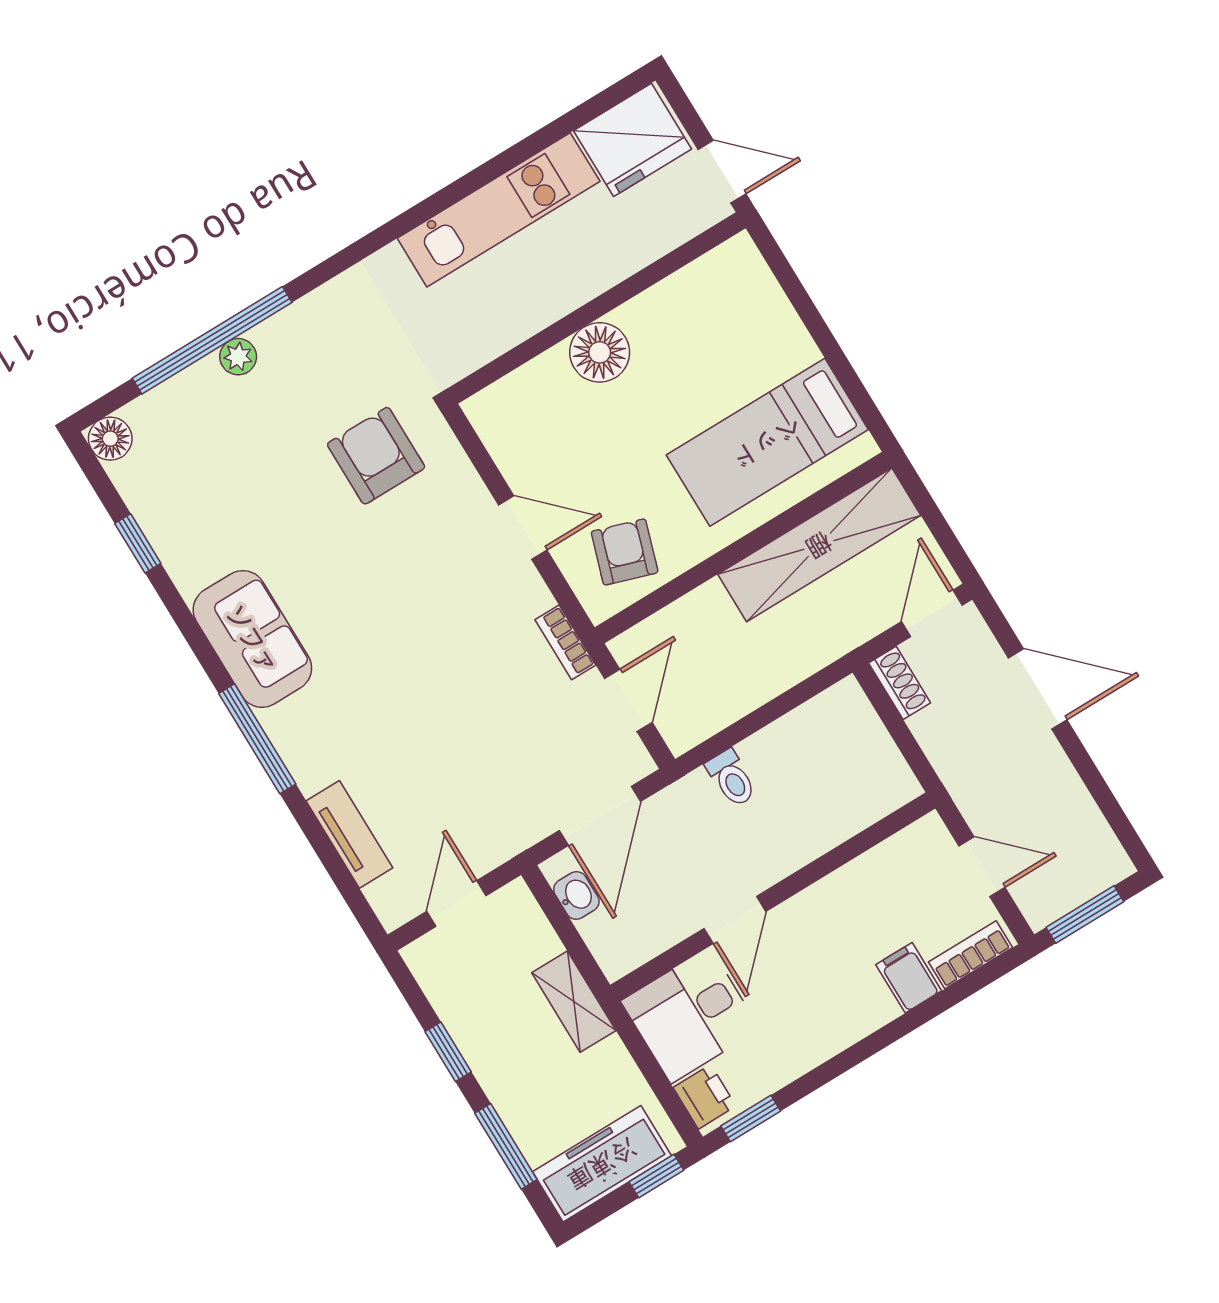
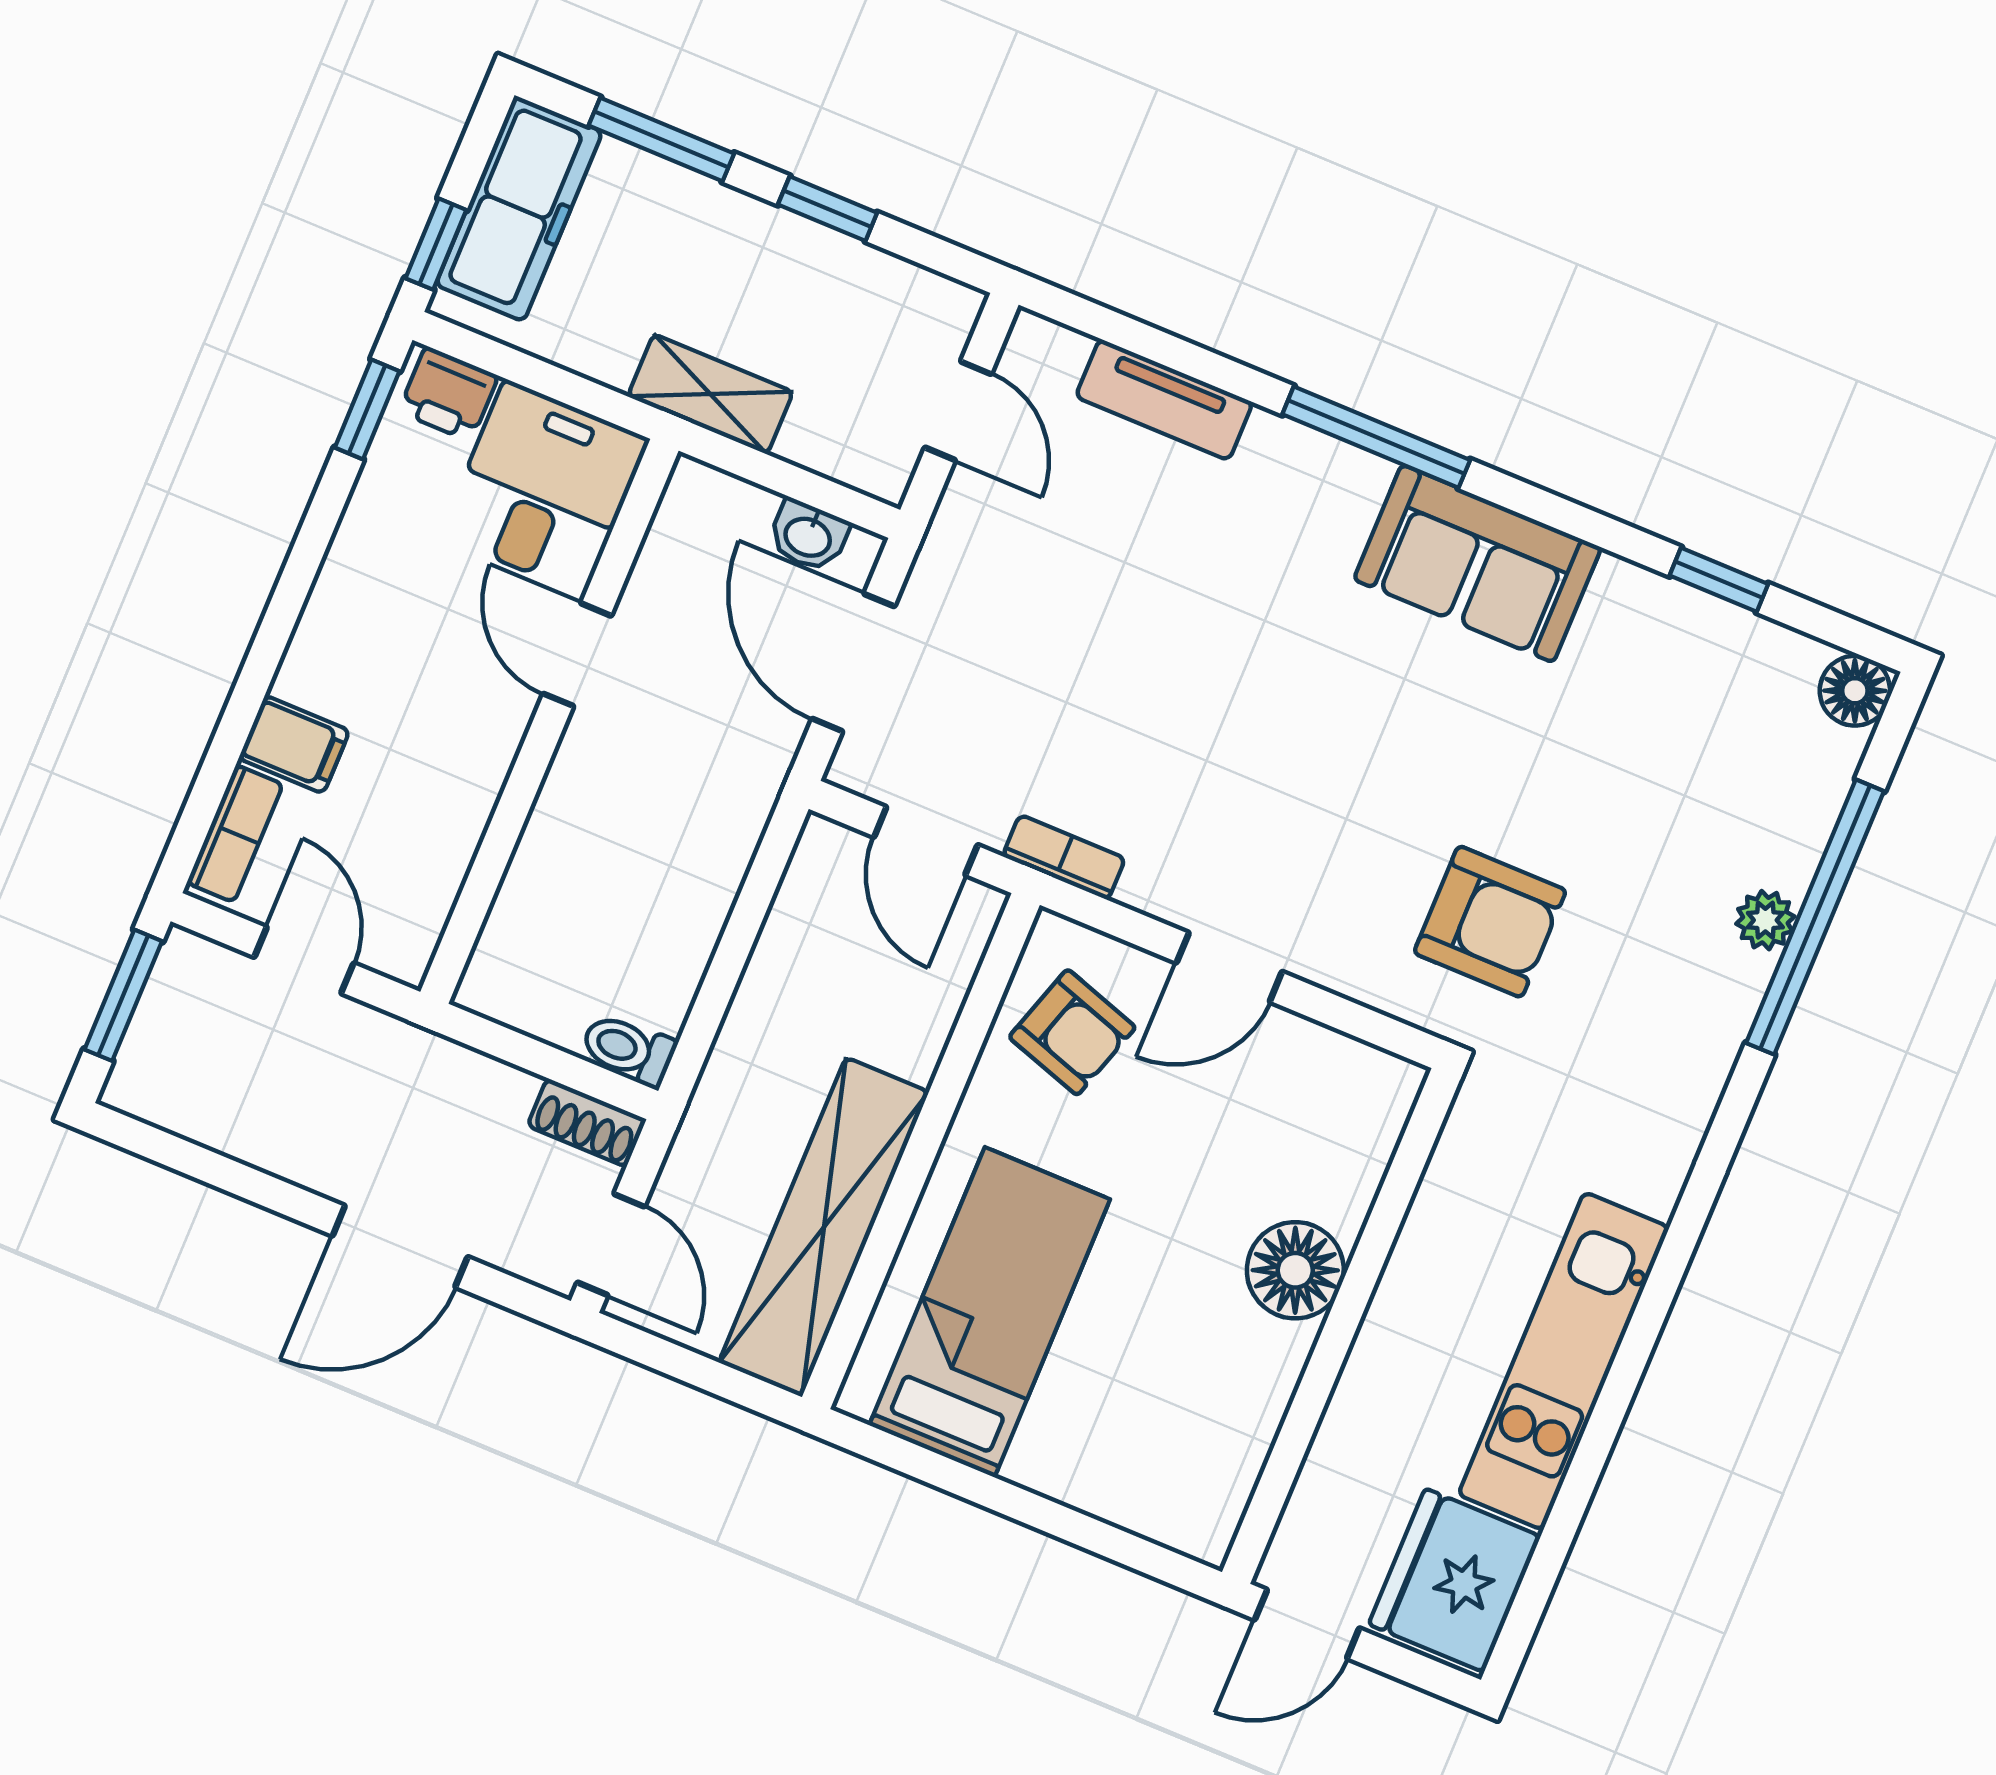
toilet: (731, 778) -> (628, 1050), moved
door: (982, 867) -> (304, 960), swing flipped

